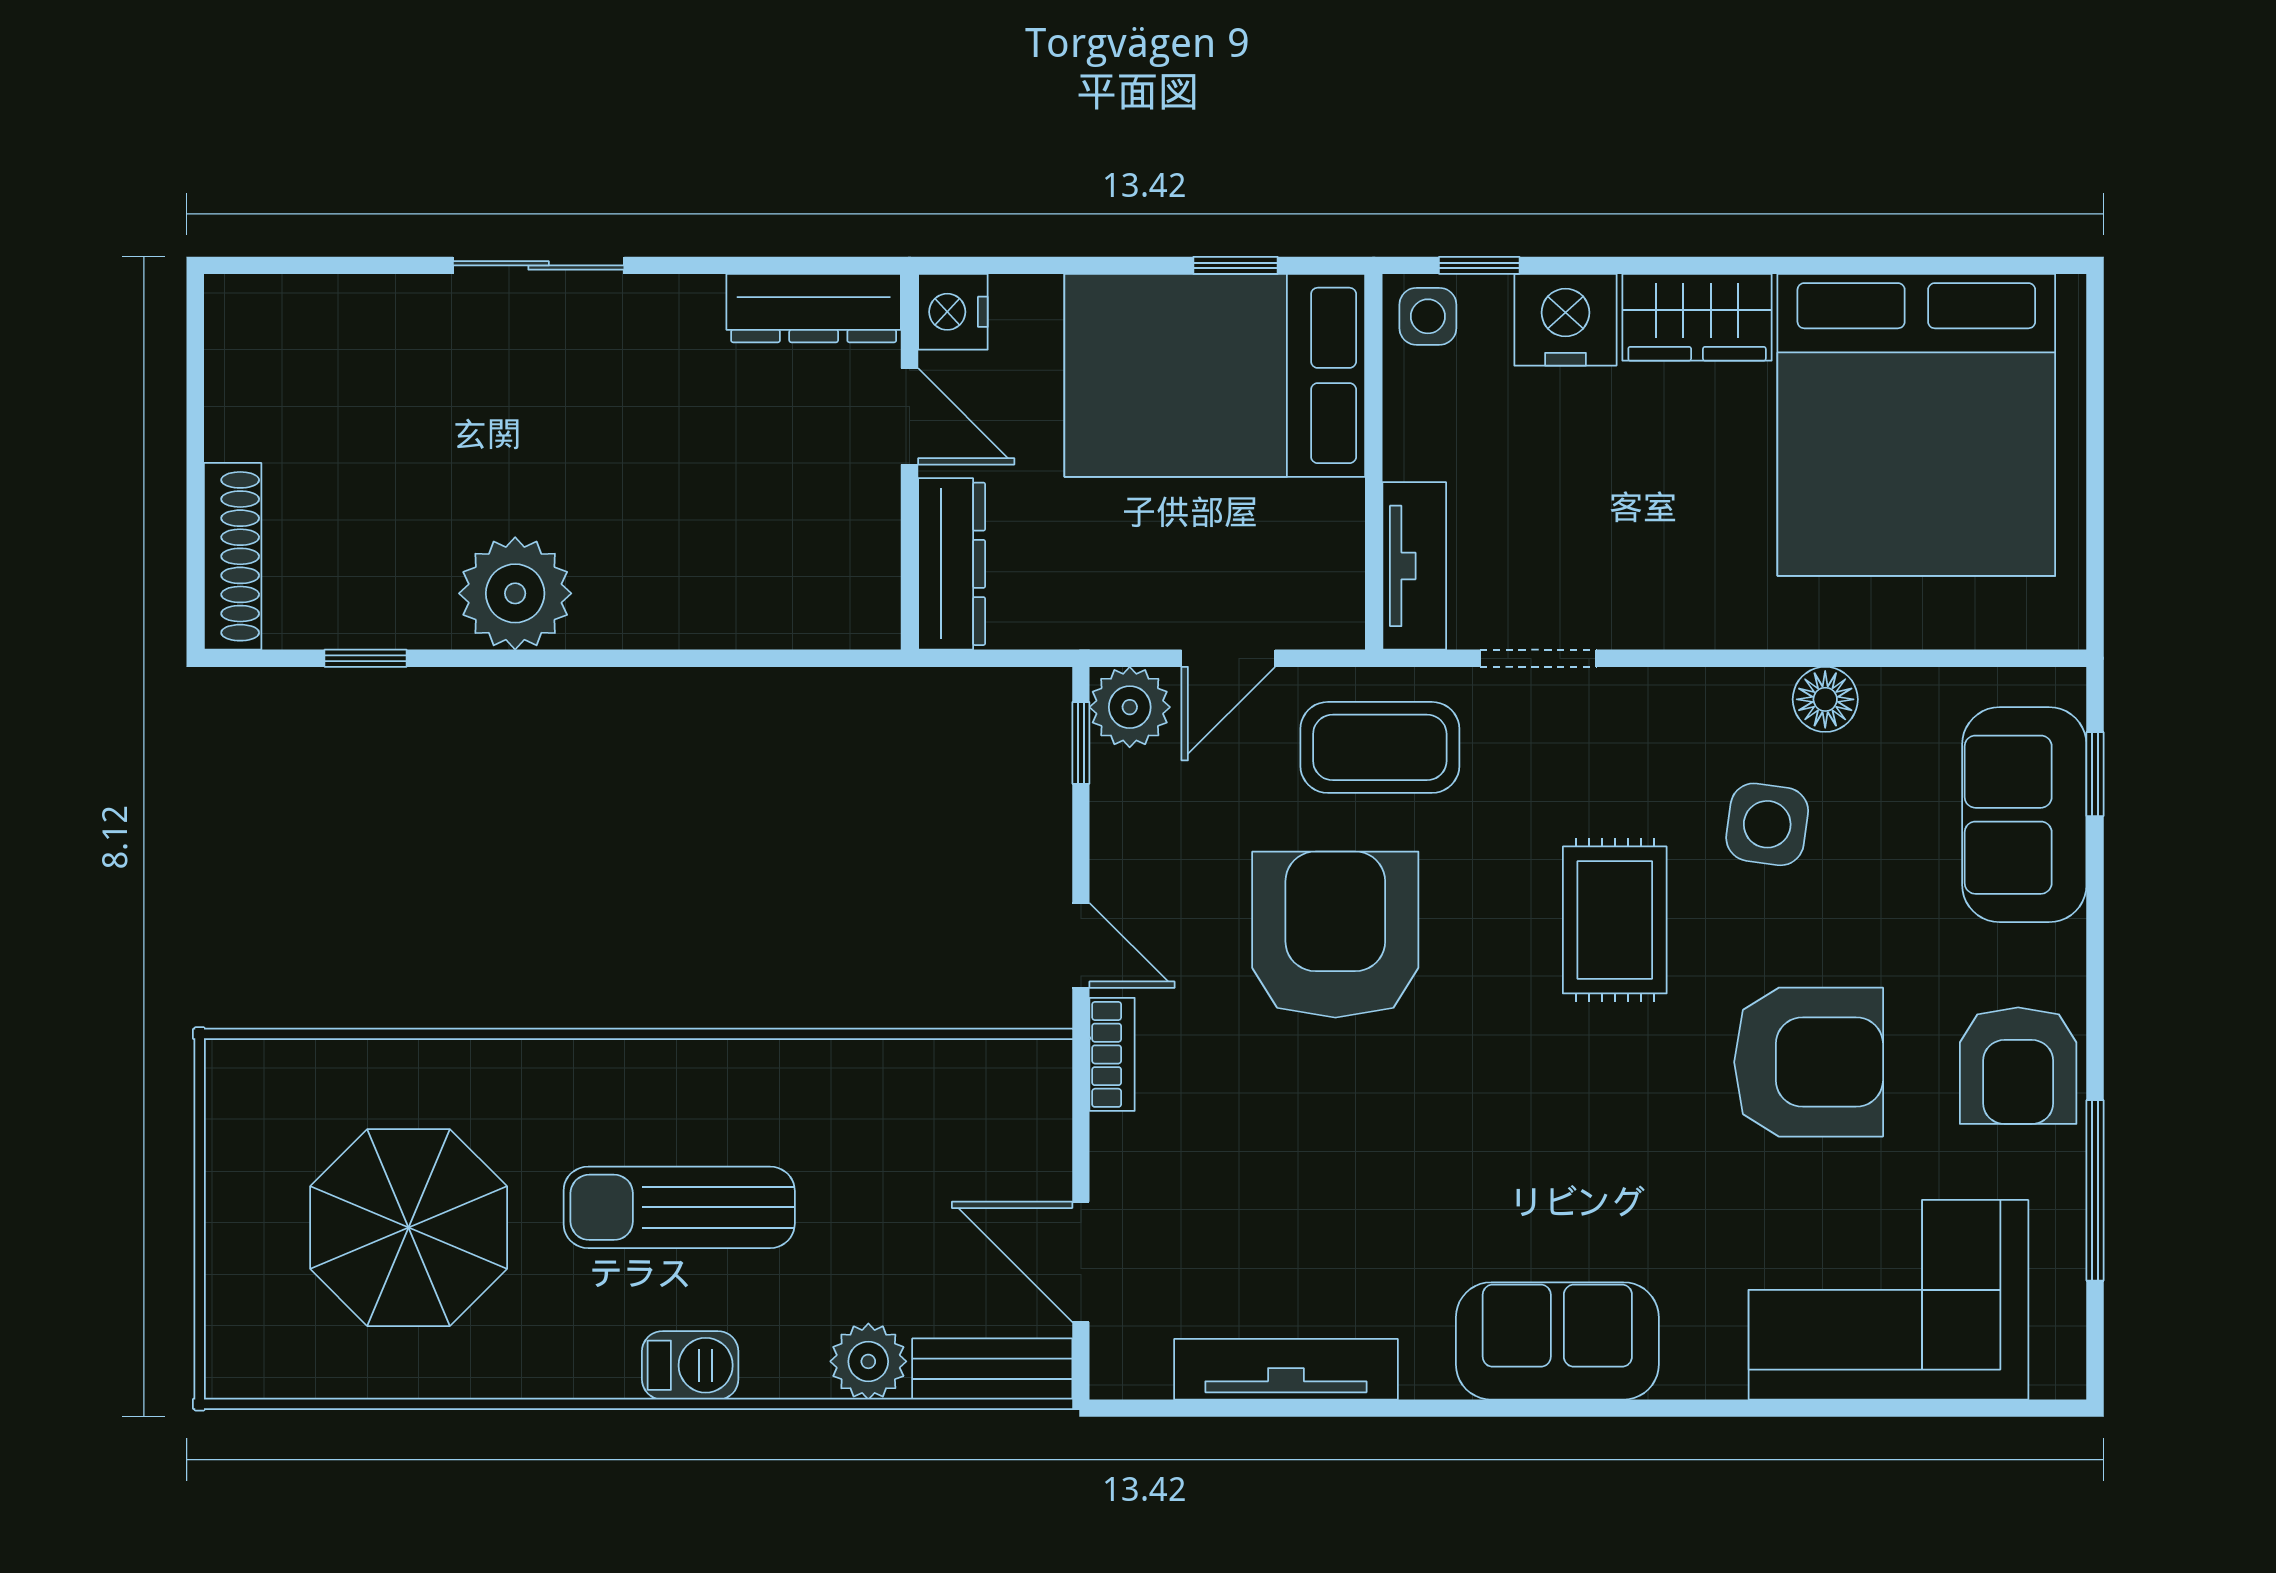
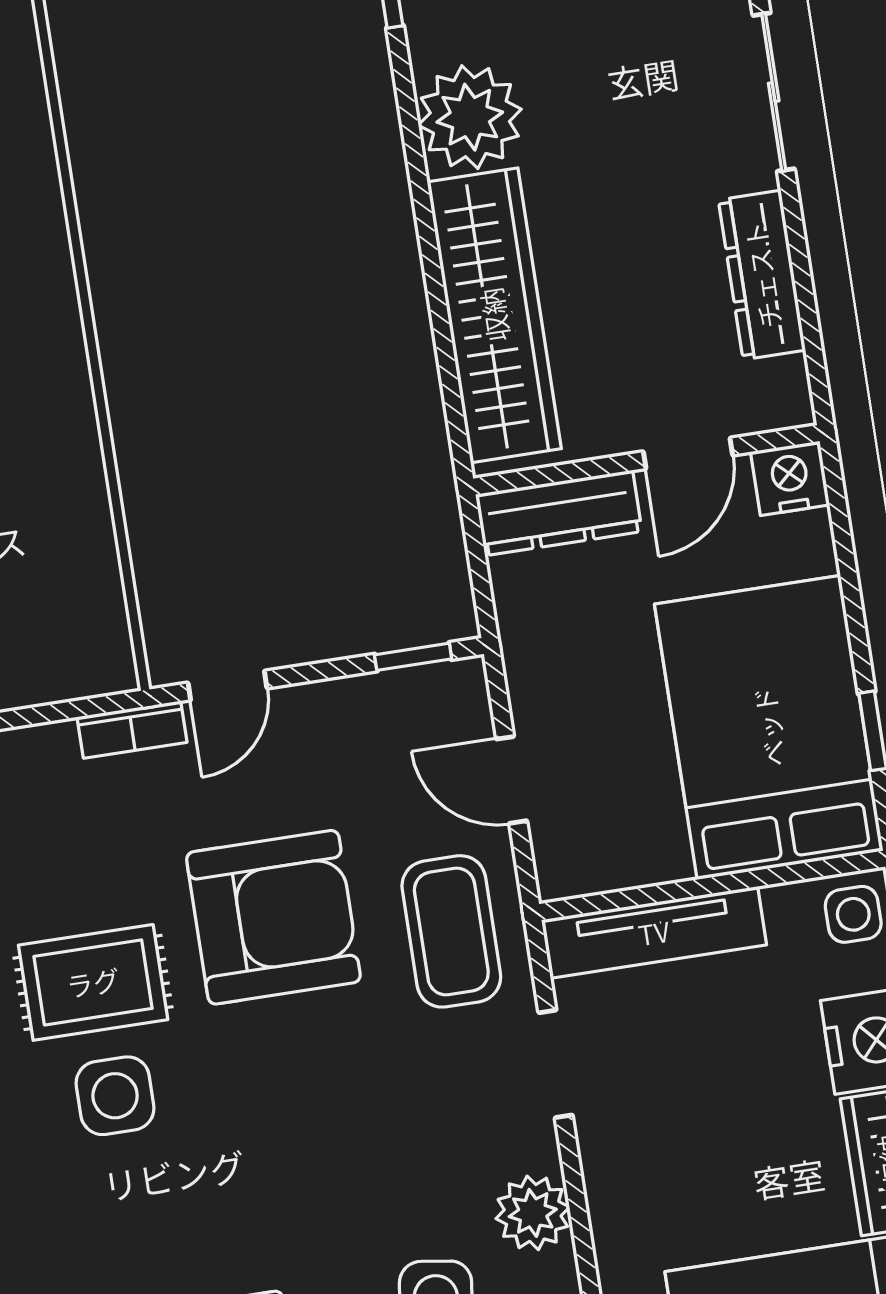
dresser: (814, 308) -> (762, 275), moved
tv unit: (1414, 566) -> (654, 932), width x1.41
wardrobe: (730, 600) -> (494, 315), added
plant: (1130, 707) -> (533, 1213), moved
rug: (1615, 920) -> (93, 982), moved
side table: (1499, 1133) -> (115, 1096), added

